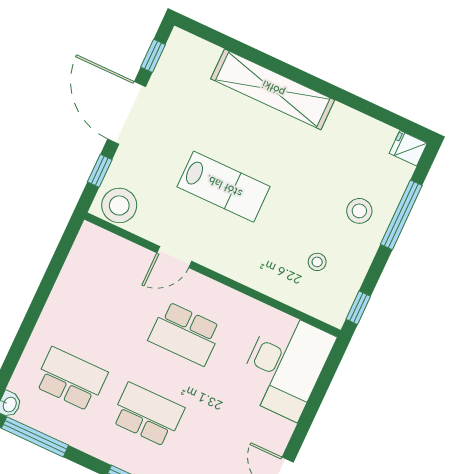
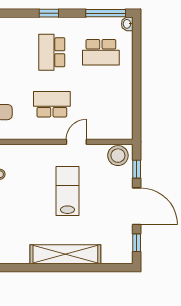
lab bench: (224, 187) -> (68, 191), turned 90
school desk: (148, 415) -> (52, 52), turned 90

